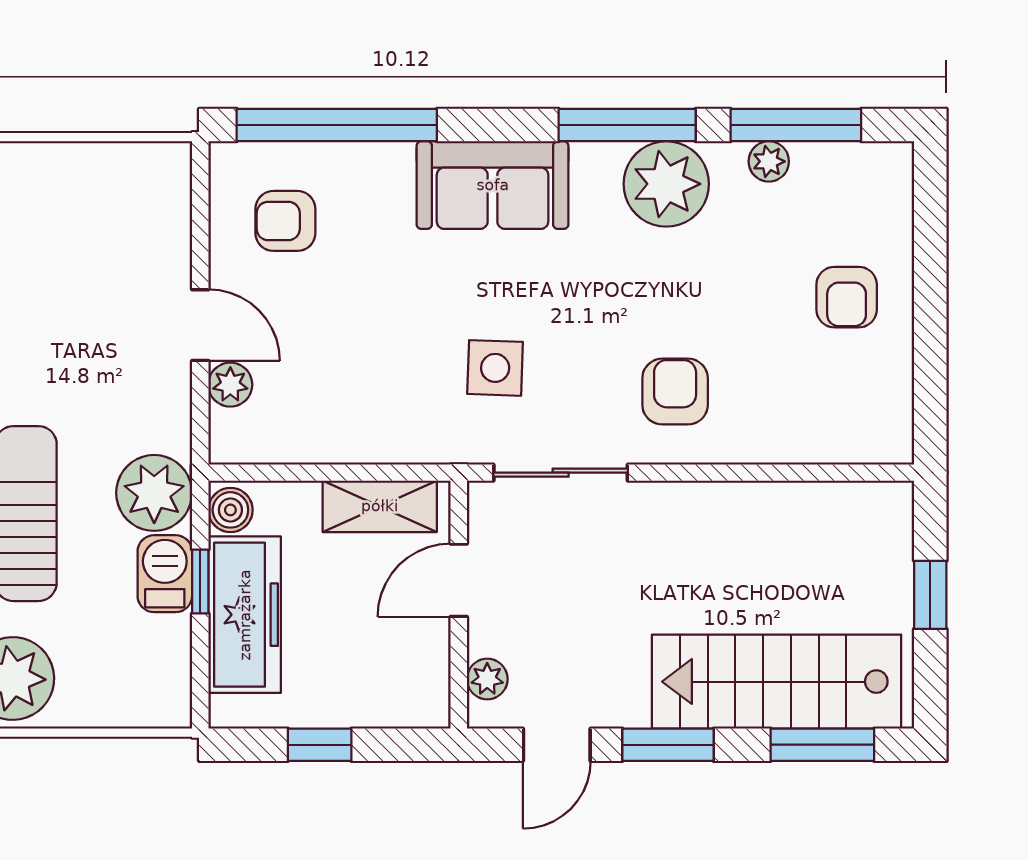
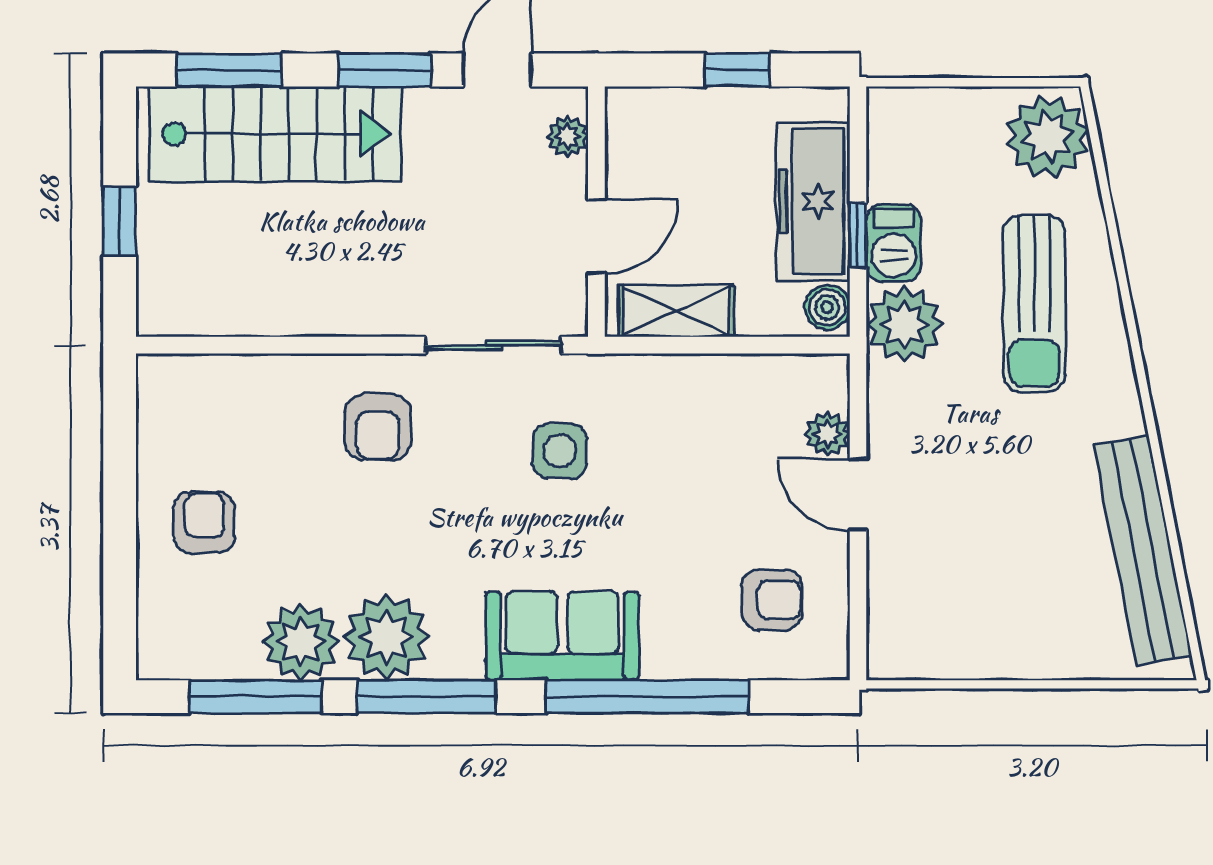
window: (337, 125) -> (647, 697), moved
plant: (769, 161) -> (301, 642), width x1.87, depth x1.87

